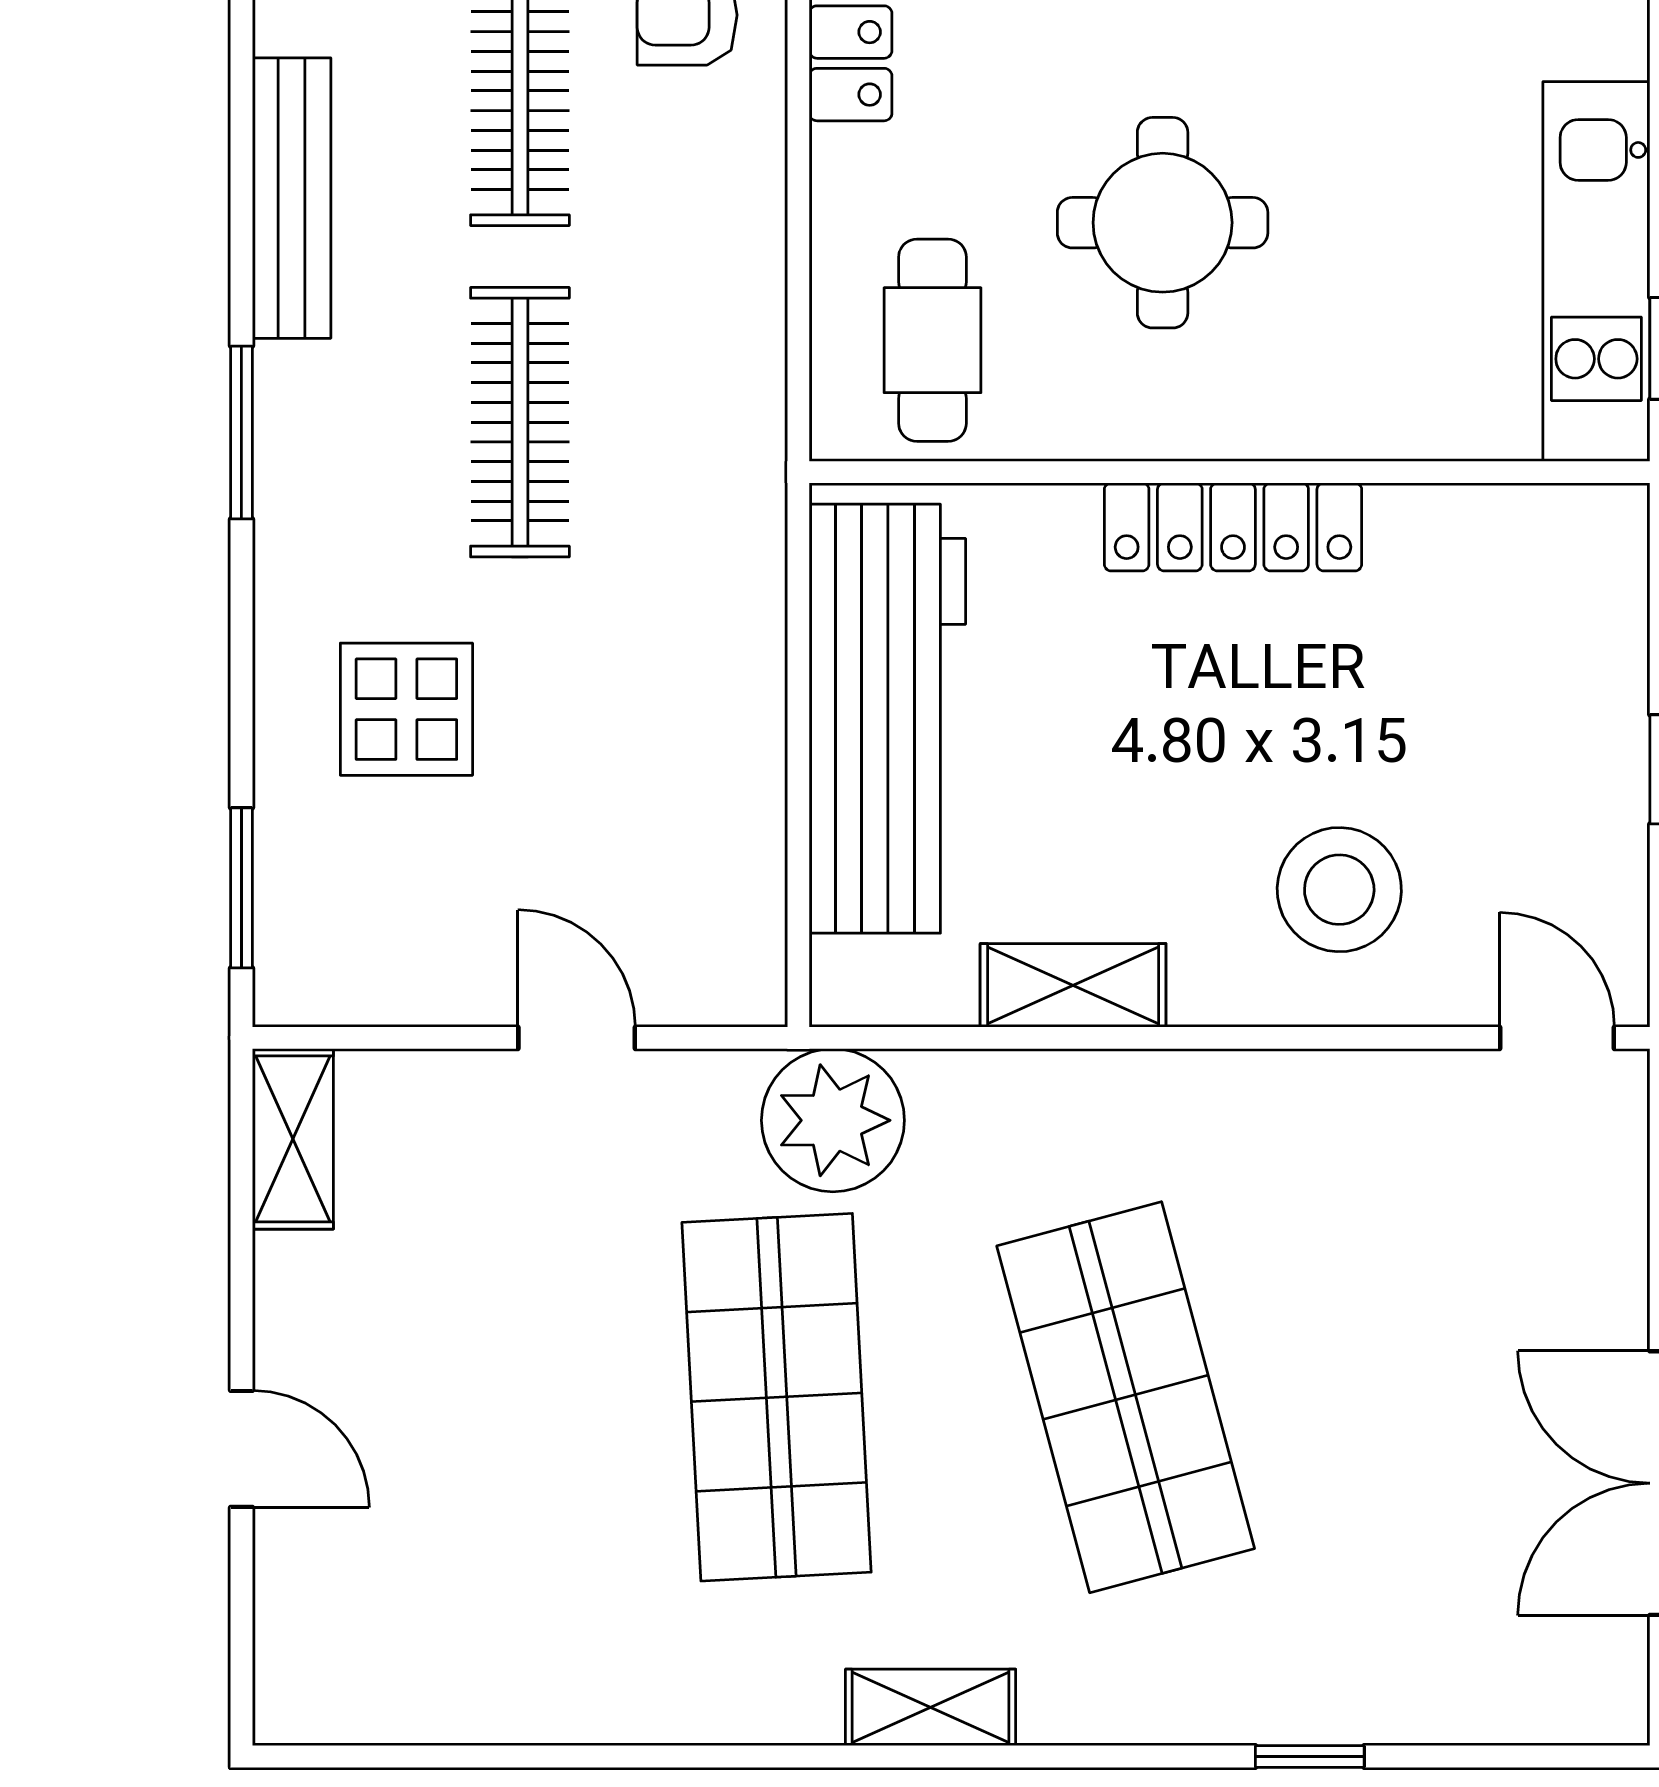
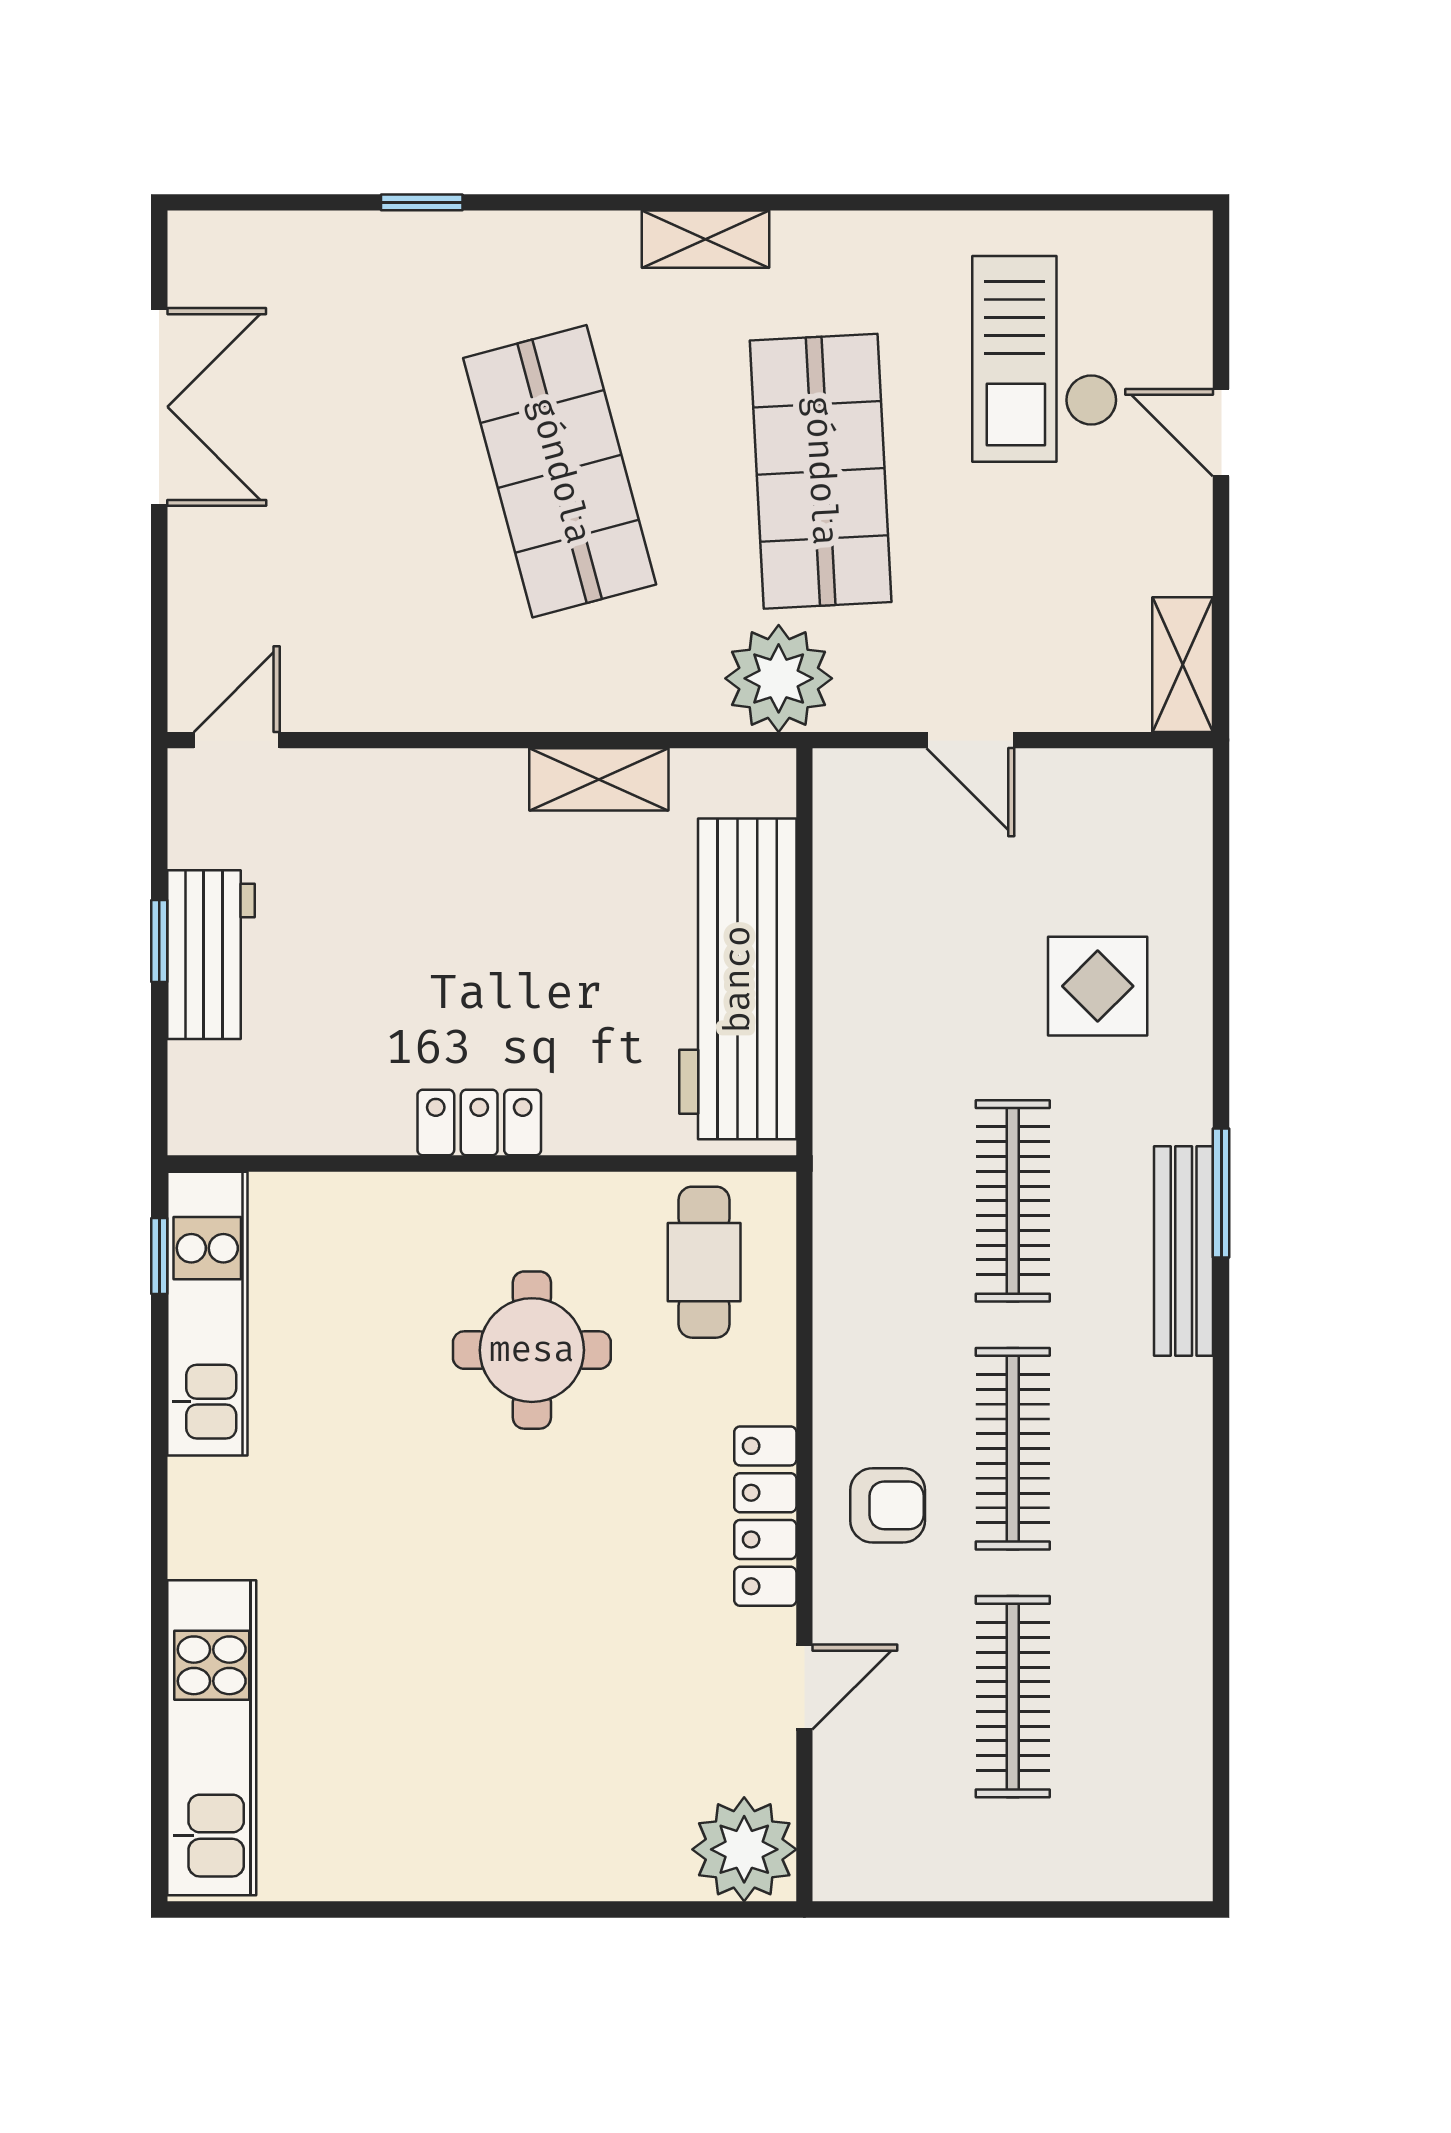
bench: (292, 198) -> (1184, 1251), moved
locker: (1233, 527) -> (479, 1122), width x0.66
workbench: (1592, 751) -> (211, 955), added
window: (241, 888) -> (1221, 852), removed
stool: (1339, 890) -> (400, 851), removed
door: (1557, 1038) -> (237, 740), swing flipped
checkout: (477, 1548) -> (1045, 359), added

